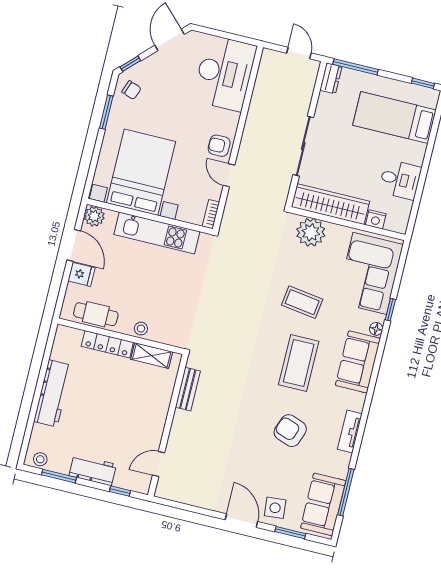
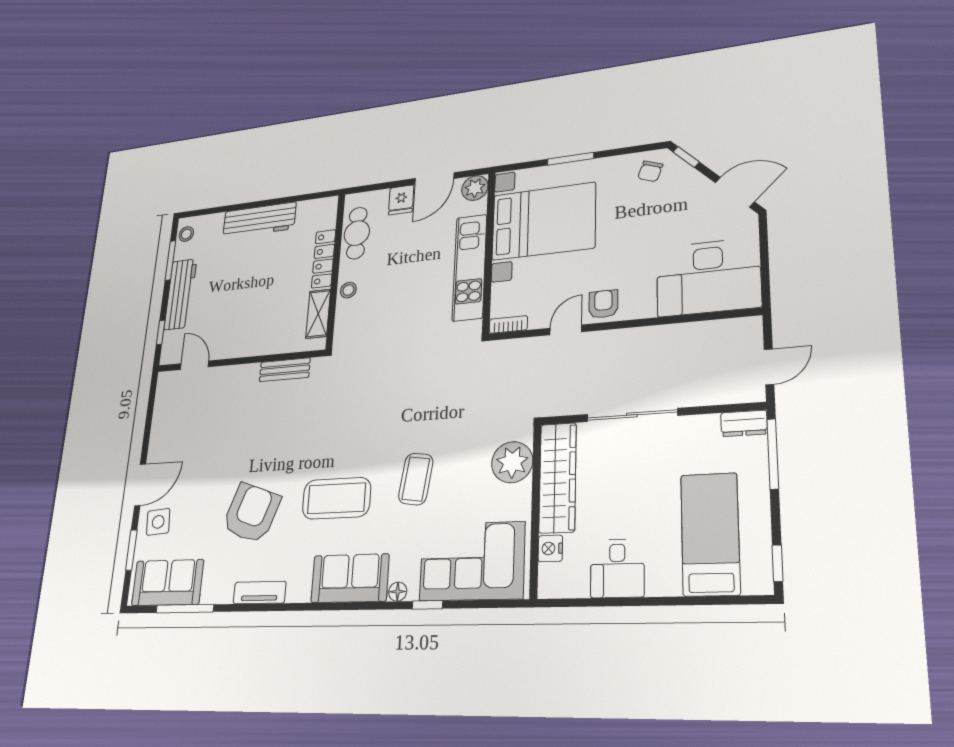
window: (106, 112) -> (570, 159), moved
armchair: (290, 431) -> (251, 513), width x1.36, depth x1.36
workbench: (93, 470) -> (180, 294), width x1.38

